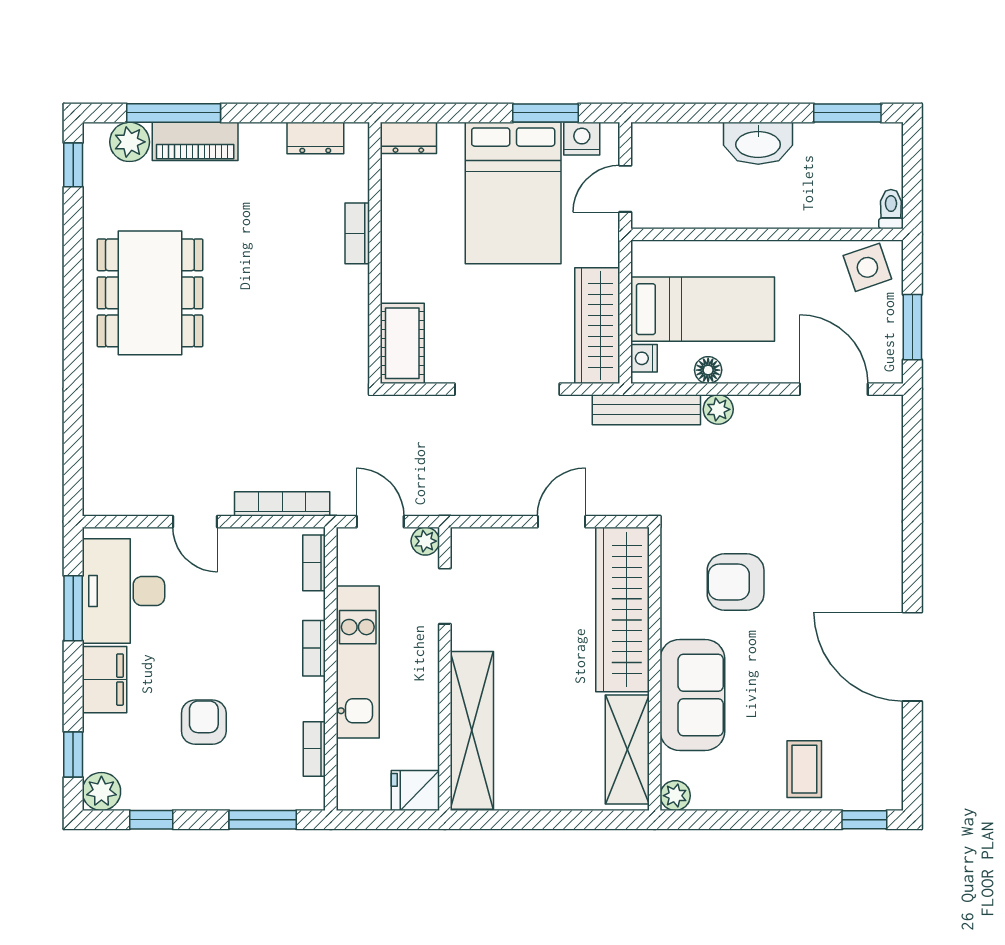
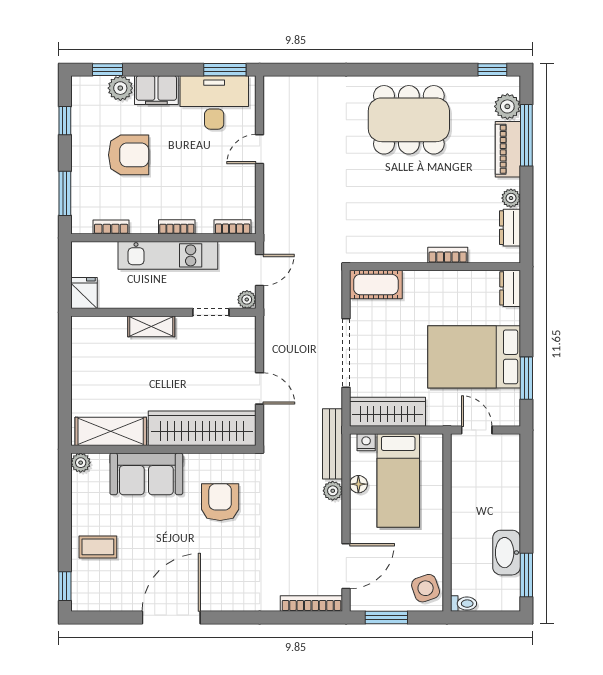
plant: (270, 136) -> (511, 198), added
nightstand: (582, 139) -> (510, 402), removed
washbasin: (758, 143) -> (507, 553), moved
bookcase: (282, 504) -> (311, 604), moved, turned -90
window: (73, 608) -> (225, 70), moved
armchair: (204, 722) -> (129, 155), width x1.38, depth x1.38
shelving: (472, 730) -> (151, 326), width x0.45, depth x0.75
plant: (101, 791) -> (120, 88), moved

